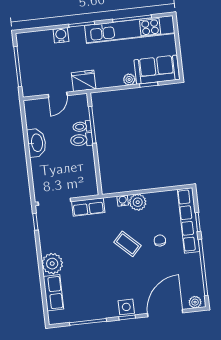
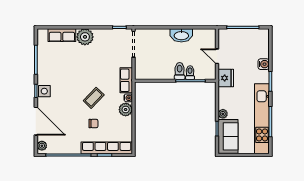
row of seats: (88, 207) -> (126, 80), moved

